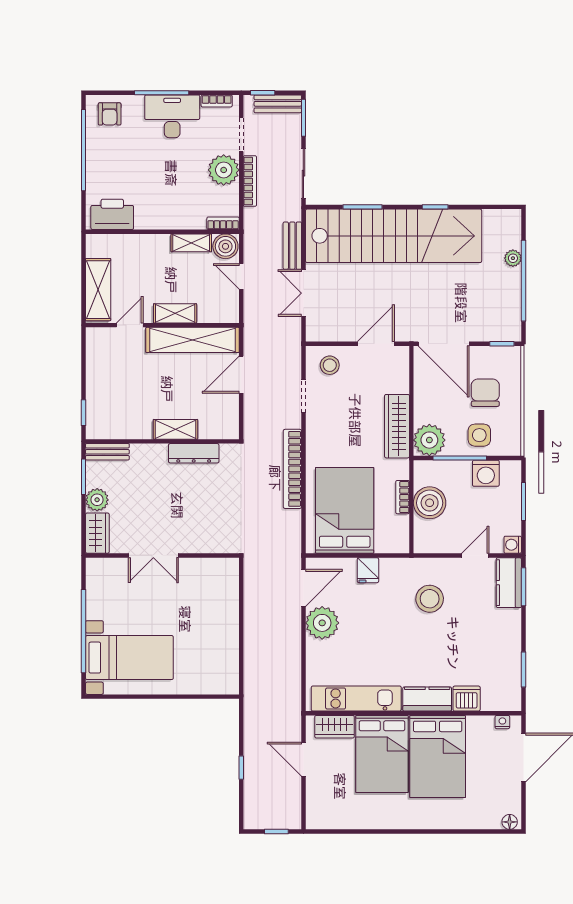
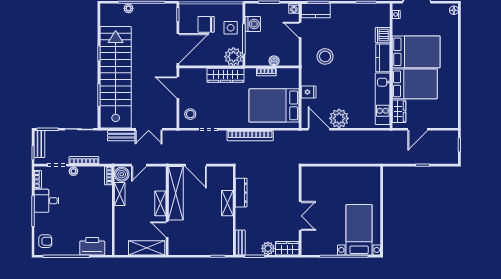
desk: (172, 116) -> (47, 201), width x0.73
plant: (224, 170) -> (73, 171), width x0.53, depth x0.53
printer: (112, 214) -> (92, 246), moved, turned 90
boiler: (430, 503) -> (274, 61), width x0.54, depth x0.54

